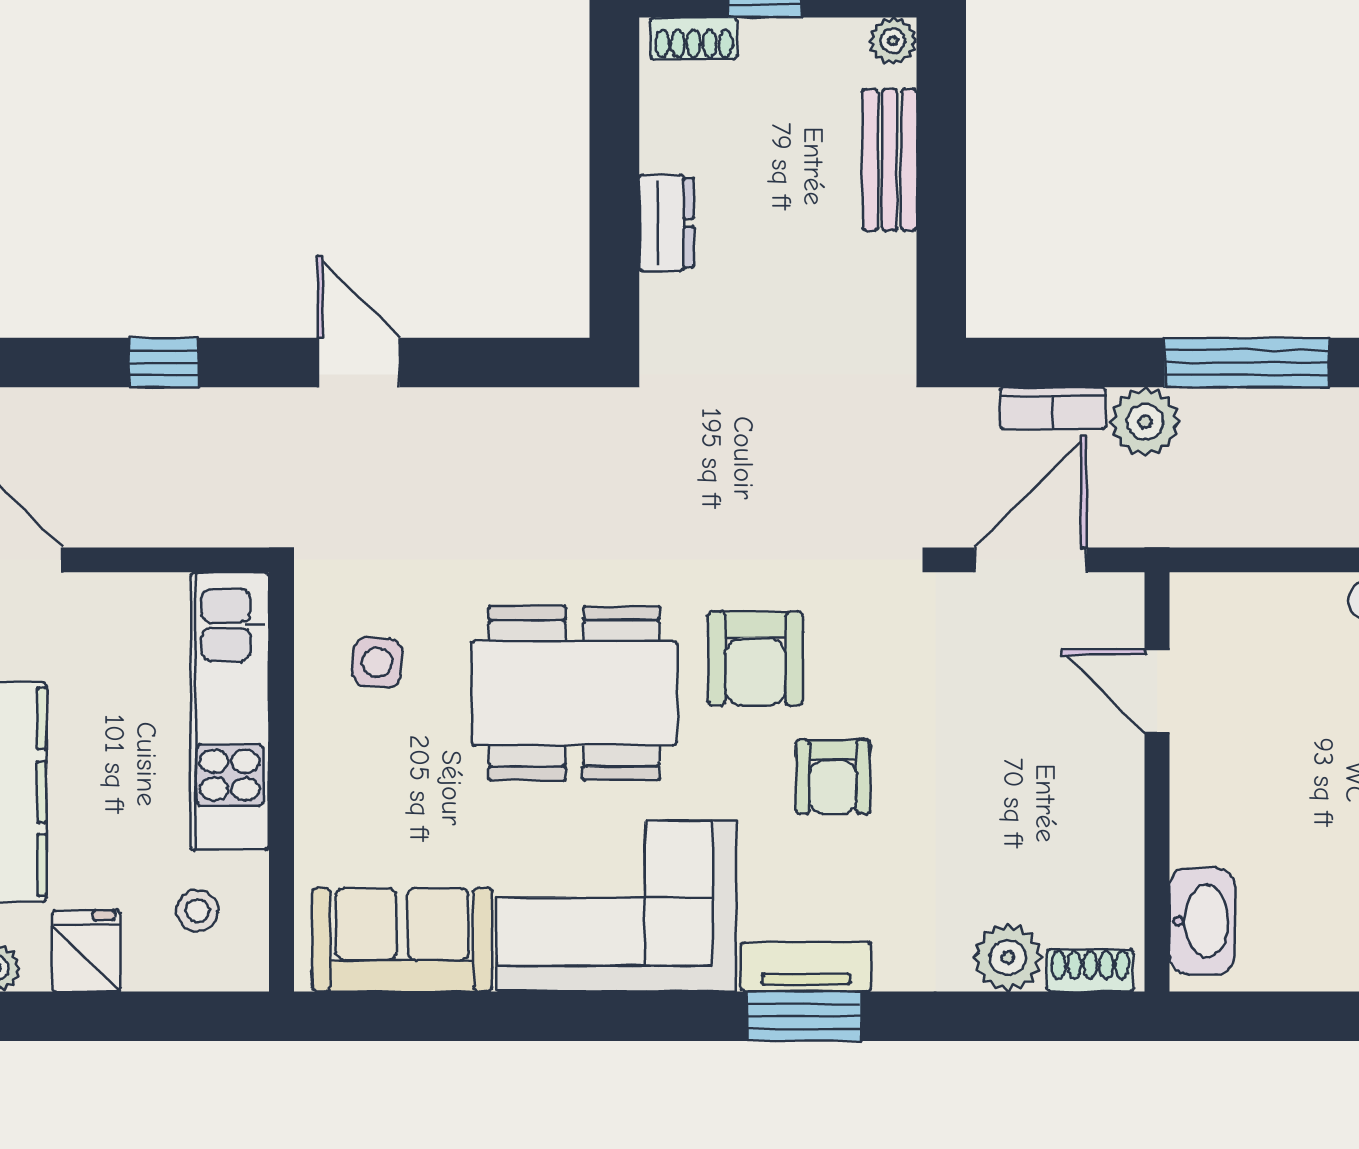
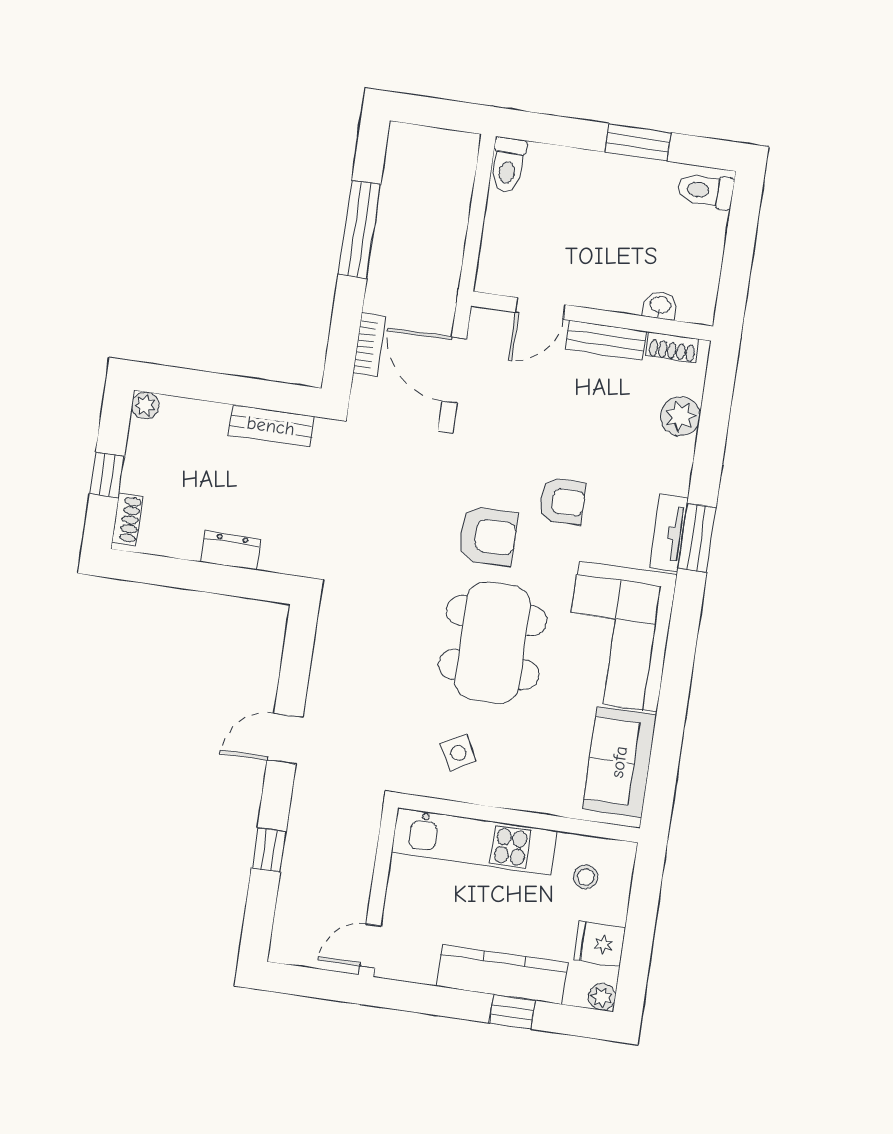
bench: (889, 160) -> (271, 426), moved
plant: (1145, 422) -> (385, 293), removed
side table: (377, 662) -> (458, 753), turned -32
bench: (1119, 811) -> (606, 340), added
washbasin: (1202, 921) -> (660, 306), width x0.52, depth x0.69
shoe rack: (1090, 970) -> (672, 347), moved, turned -90

